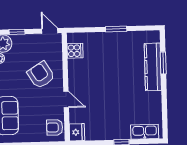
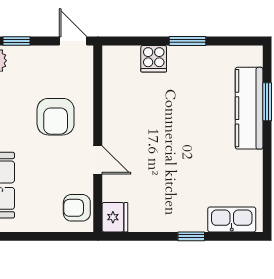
cooker: (75, 51) -> (154, 59), moved, turned 90
armchair: (41, 75) -> (56, 117), turned -148

